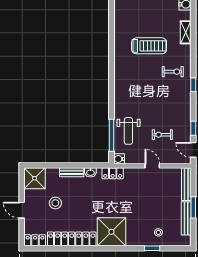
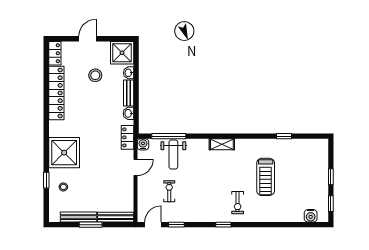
window: (111, 29) -> (284, 136), added
shelving: (186, 32) -> (222, 144), moved
weight bench: (128, 131) -> (173, 154), turned -90
door: (152, 166) -> (135, 167), moved
washbasin: (53, 172) -> (129, 73), added
shower: (111, 232) -> (64, 153), moved

